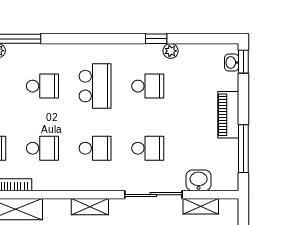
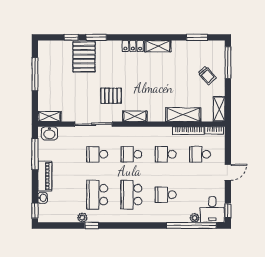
washbasin: (232, 63) -> (43, 198), moved
school desk: (148, 86) -> (97, 195), width x1.85
washbasin: (199, 180) -> (49, 133), moved
shelving: (201, 206) -> (49, 117), moved

